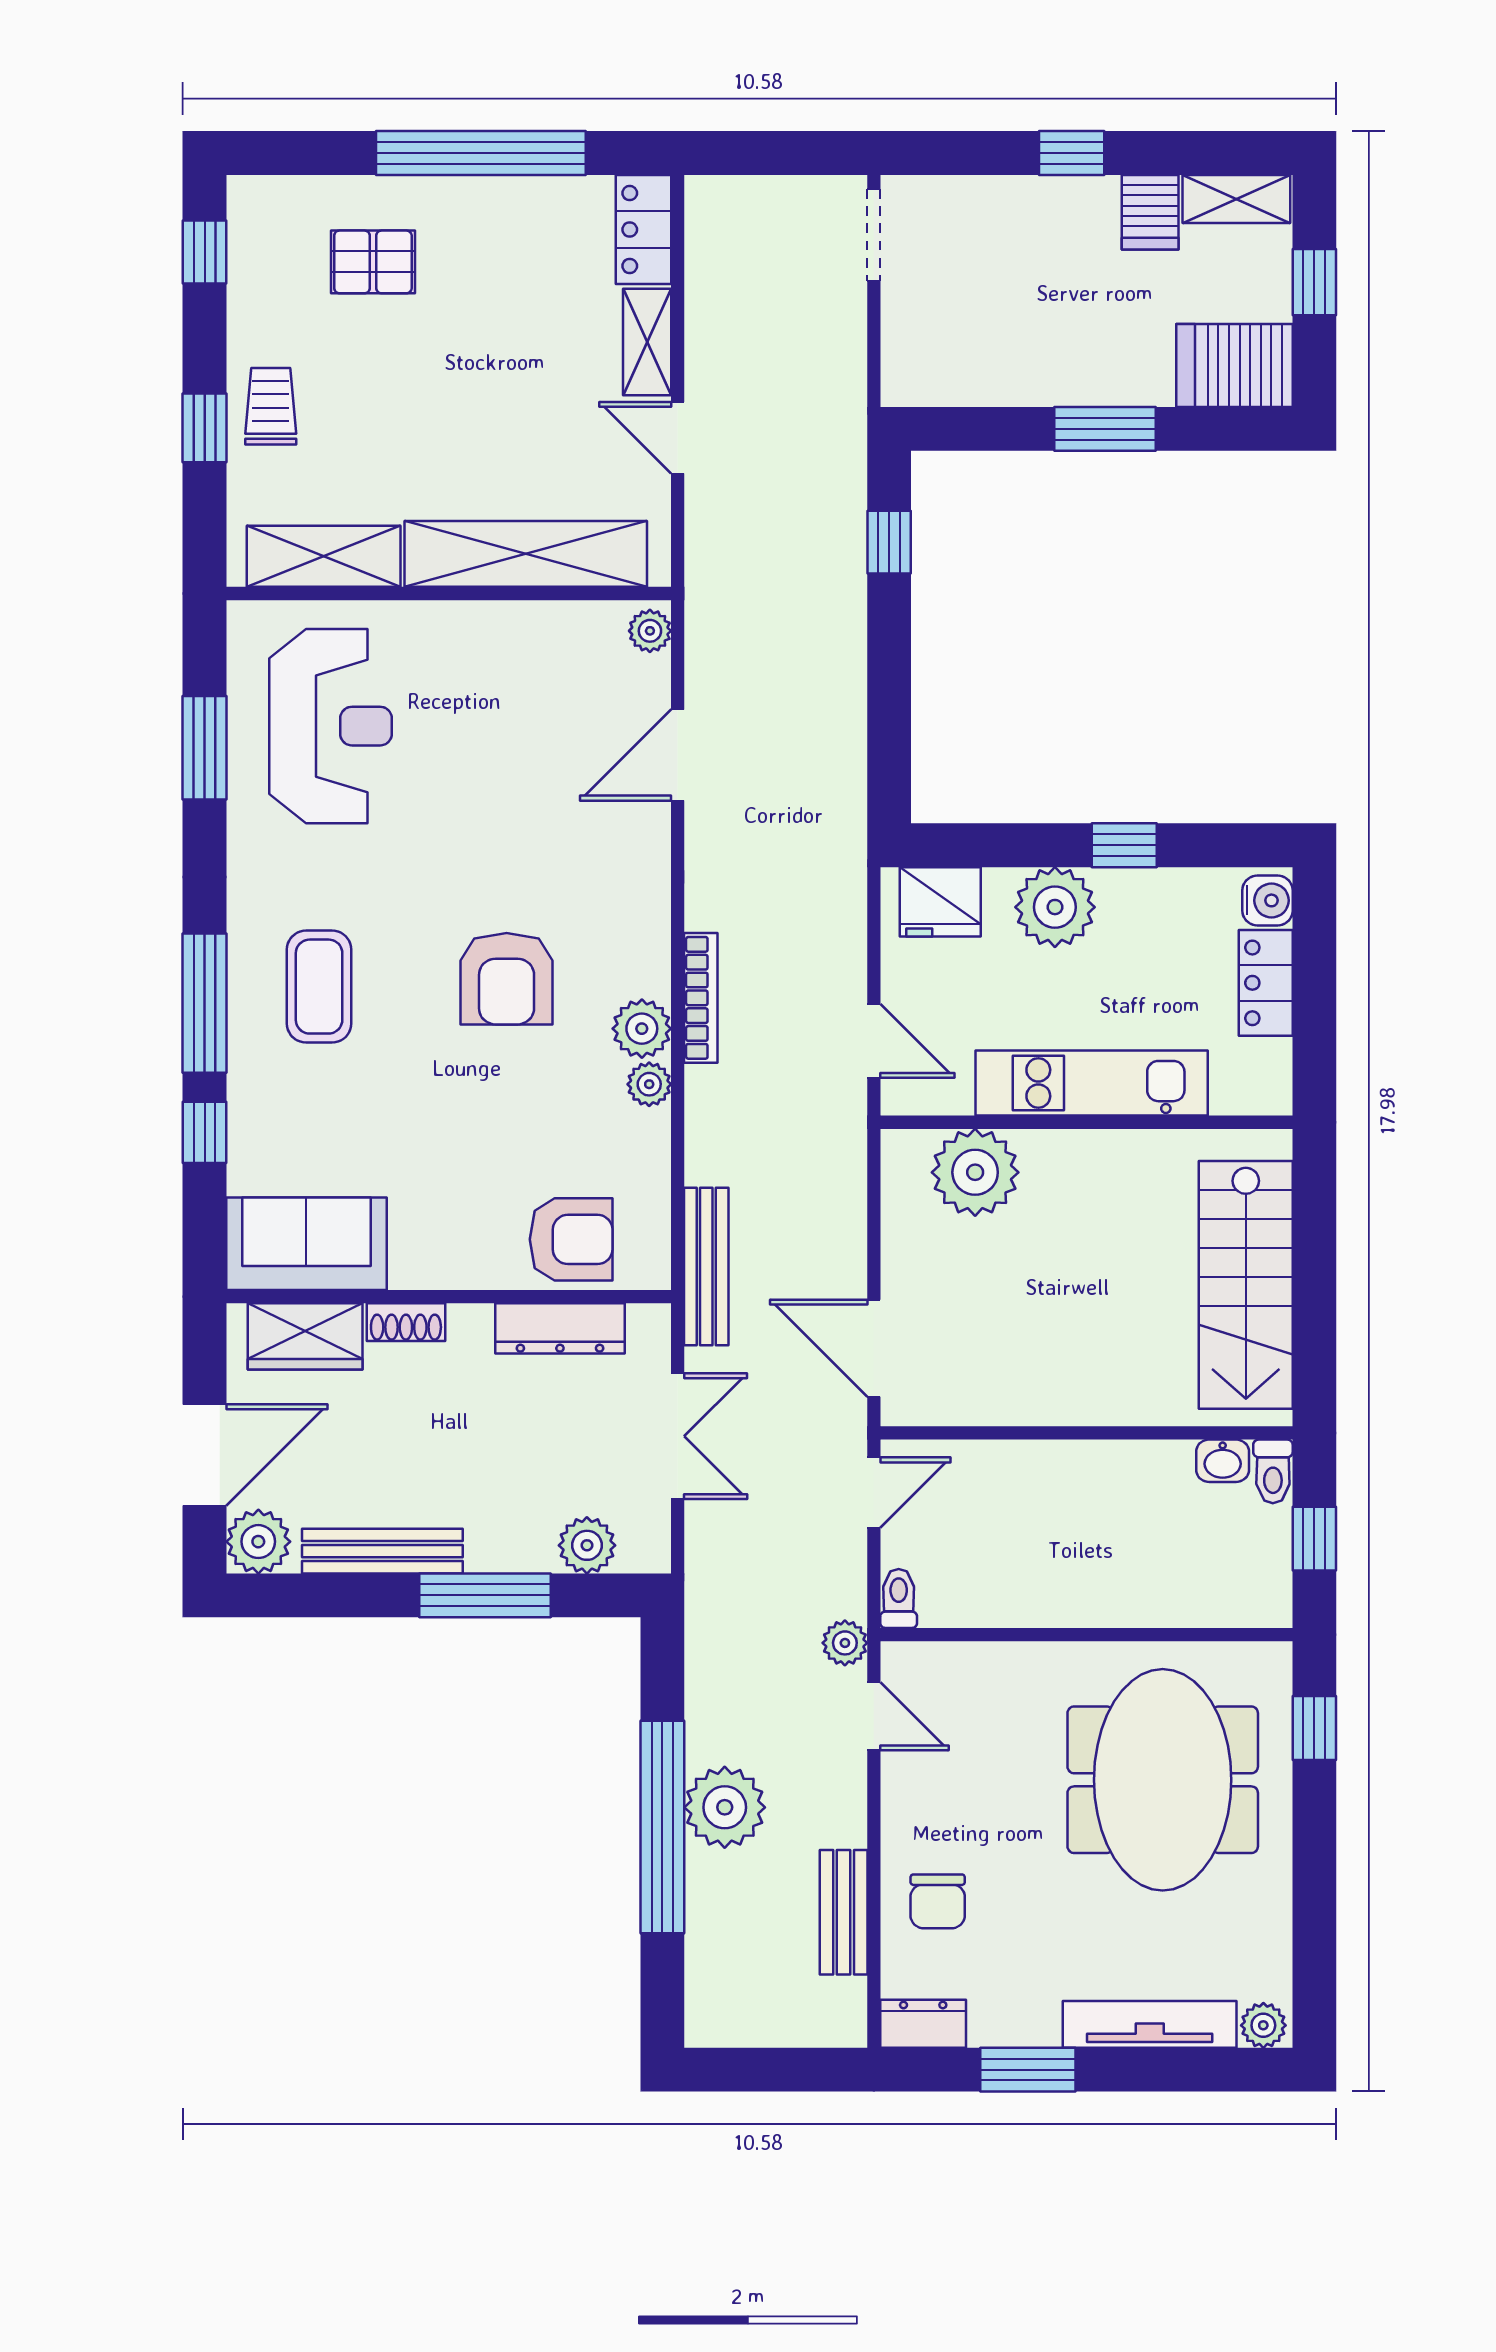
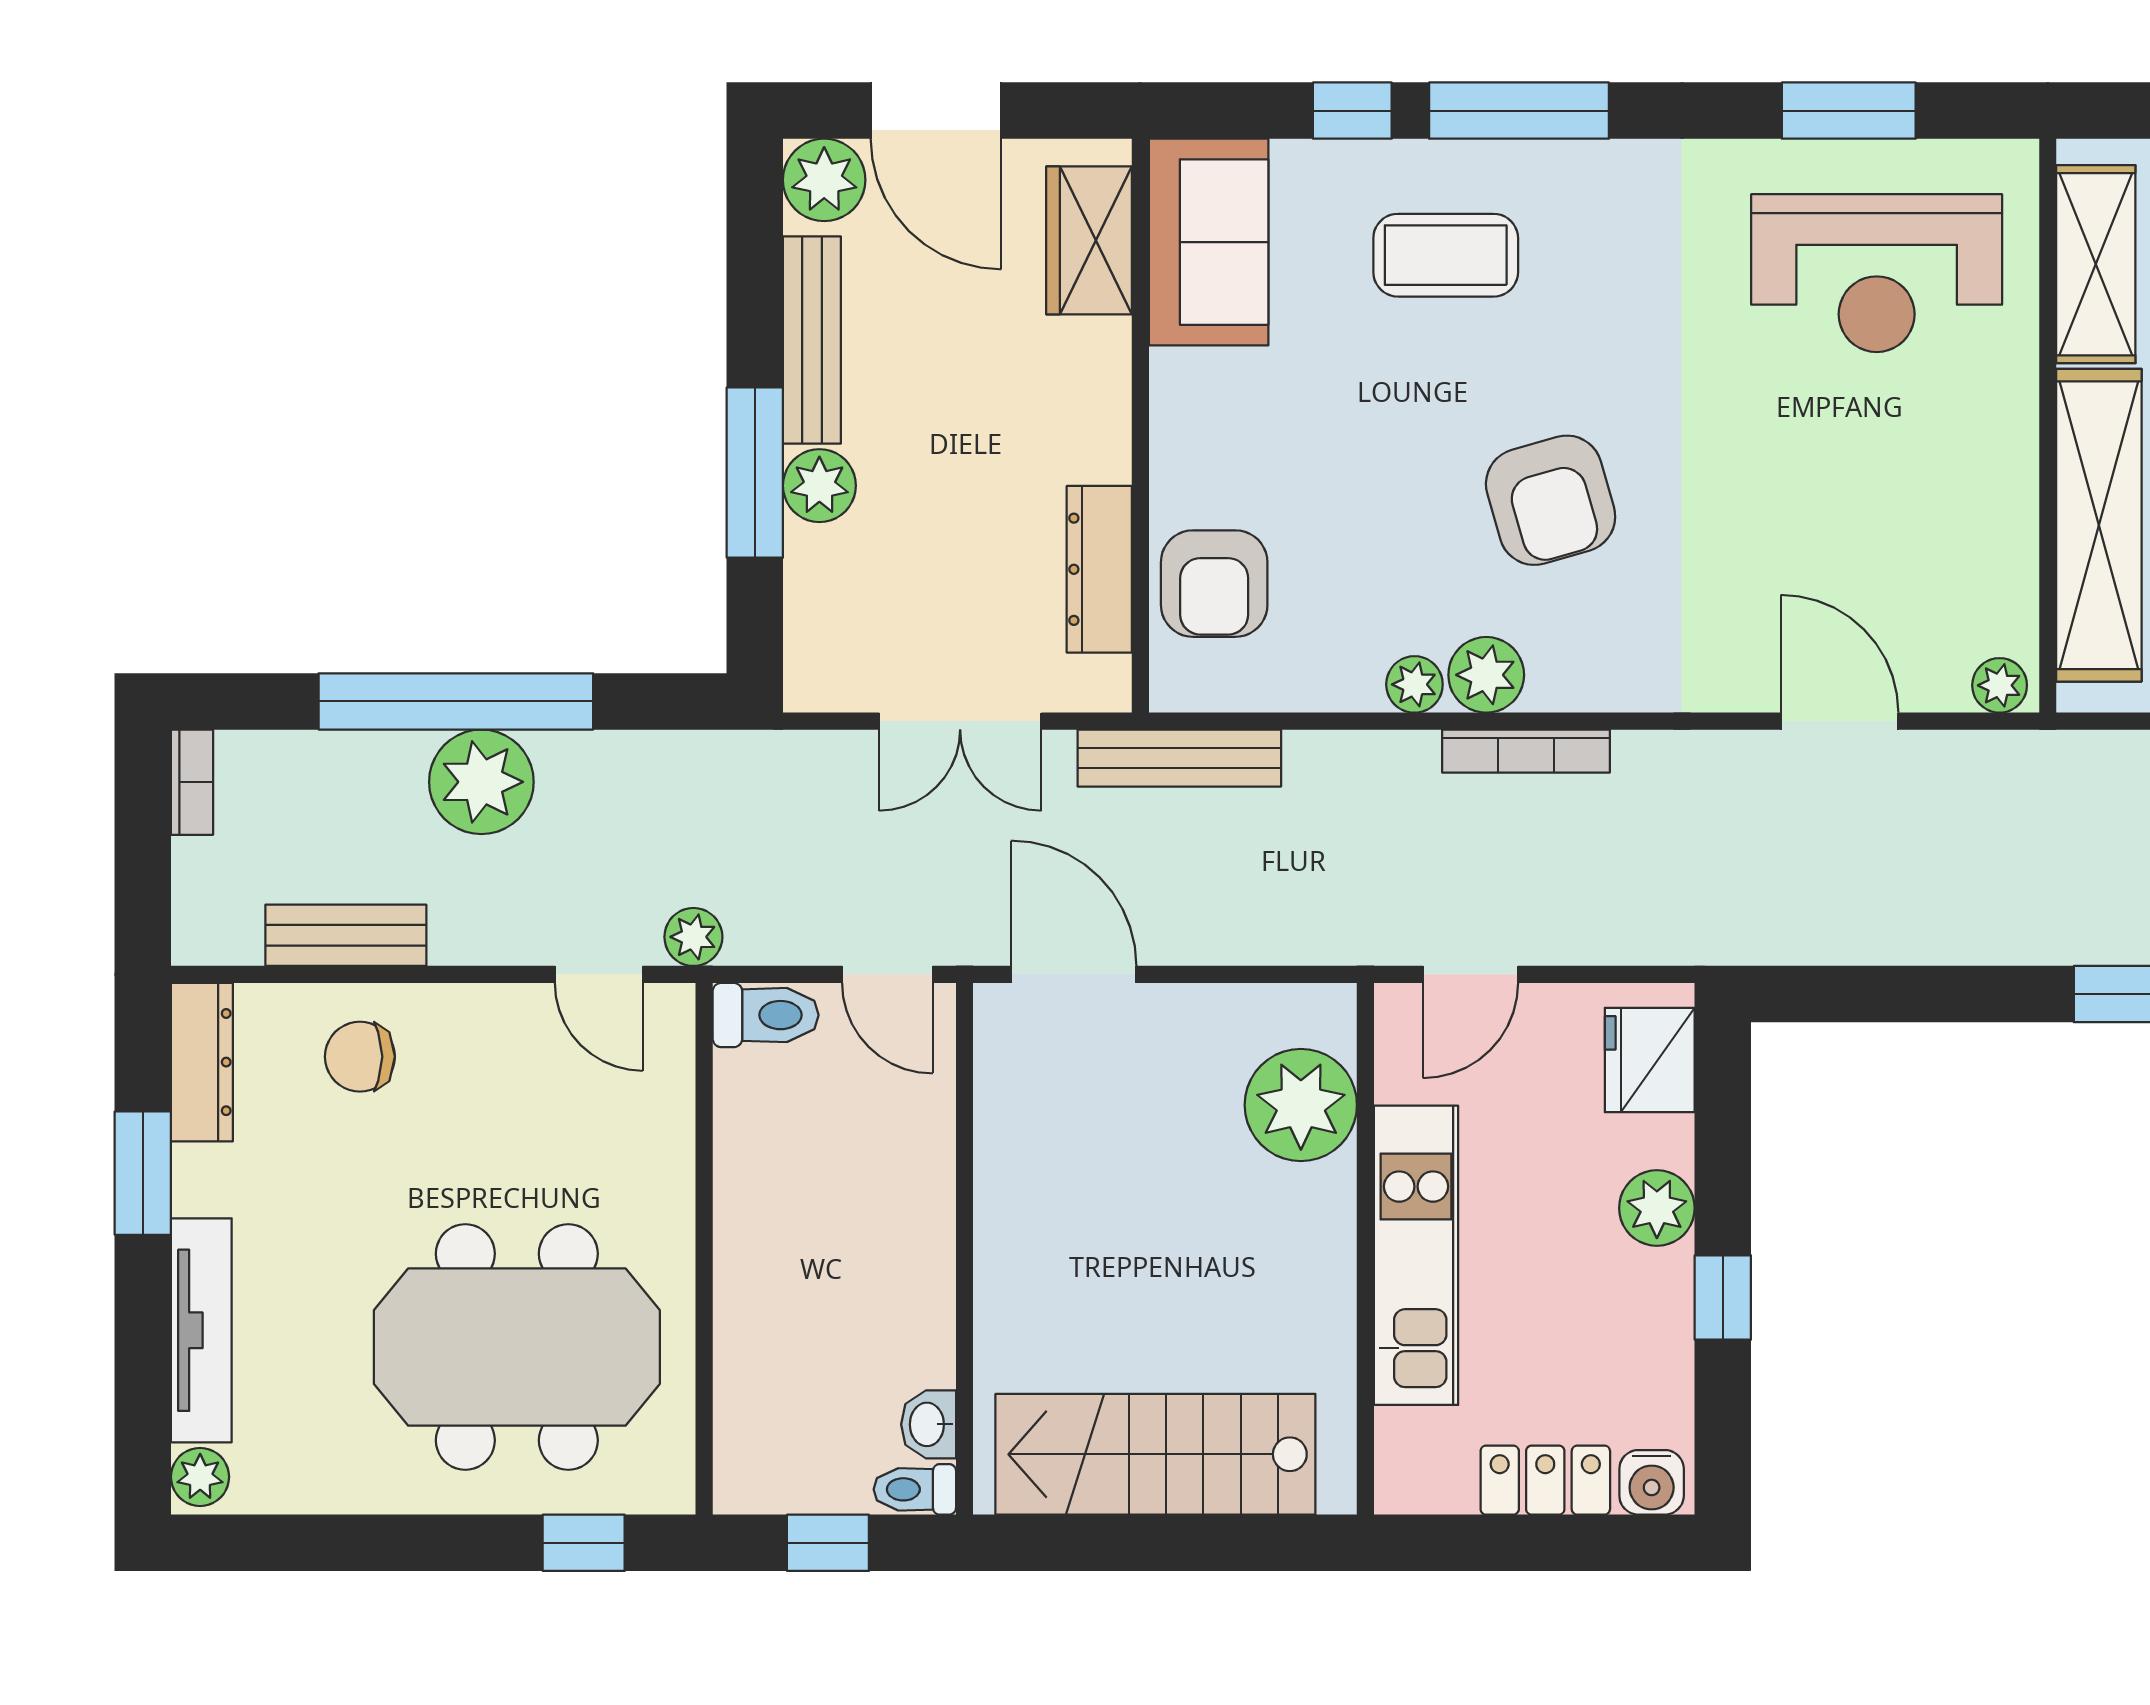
plant: (1055, 907) -> (1657, 1208), width x0.73, depth x0.73
armchair: (507, 979) -> (1551, 500), turned -106
coffee table: (319, 987) -> (1446, 255), moved
shoe rack: (406, 1322) -> (1107, 370), removed
door: (874, 1348) -> (1074, 974), hinge flipped
plant: (587, 1545) -> (819, 486), moved
toilet: (899, 1598) -> (766, 1015), width x1.37, depth x1.39
door: (874, 1716) -> (599, 974), hinge flipped
dresser: (923, 2024) -> (202, 1062), width x1.44
bookcase: (725, 2031) -> (192, 782), added

